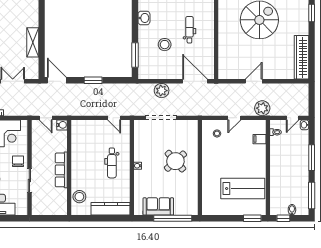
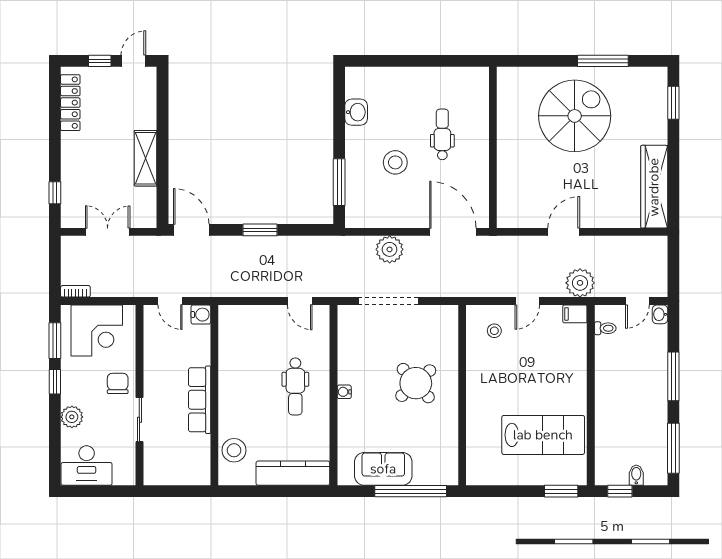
filing cabinet: (260, 139) -> (575, 314), moved

